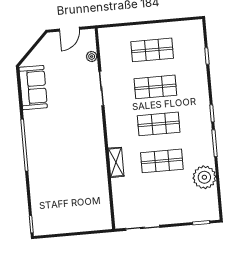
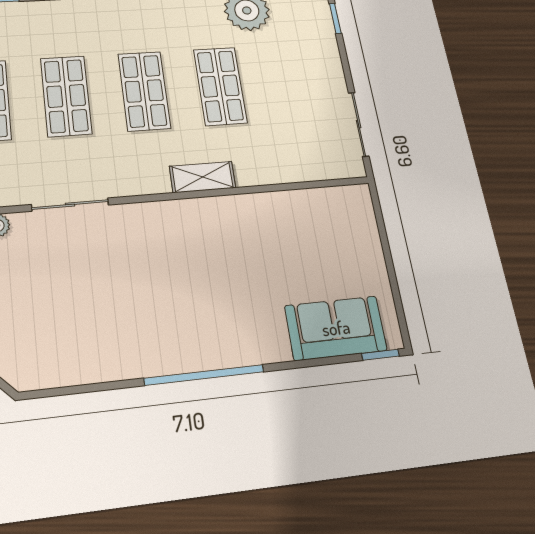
sofa: (33, 88) -> (336, 328), moved
shelving: (116, 162) -> (203, 177), moved

